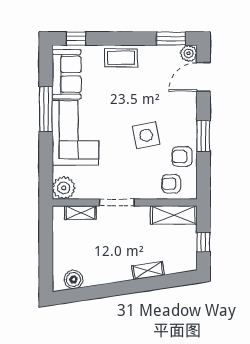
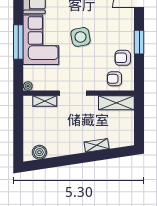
window: (46, 109) -> (18, 42), moved
side table: (146, 135) -> (81, 37), moved
plant: (64, 188) -> (28, 86), width x0.53, depth x0.53
window: (203, 242) -> (139, 124), removed

